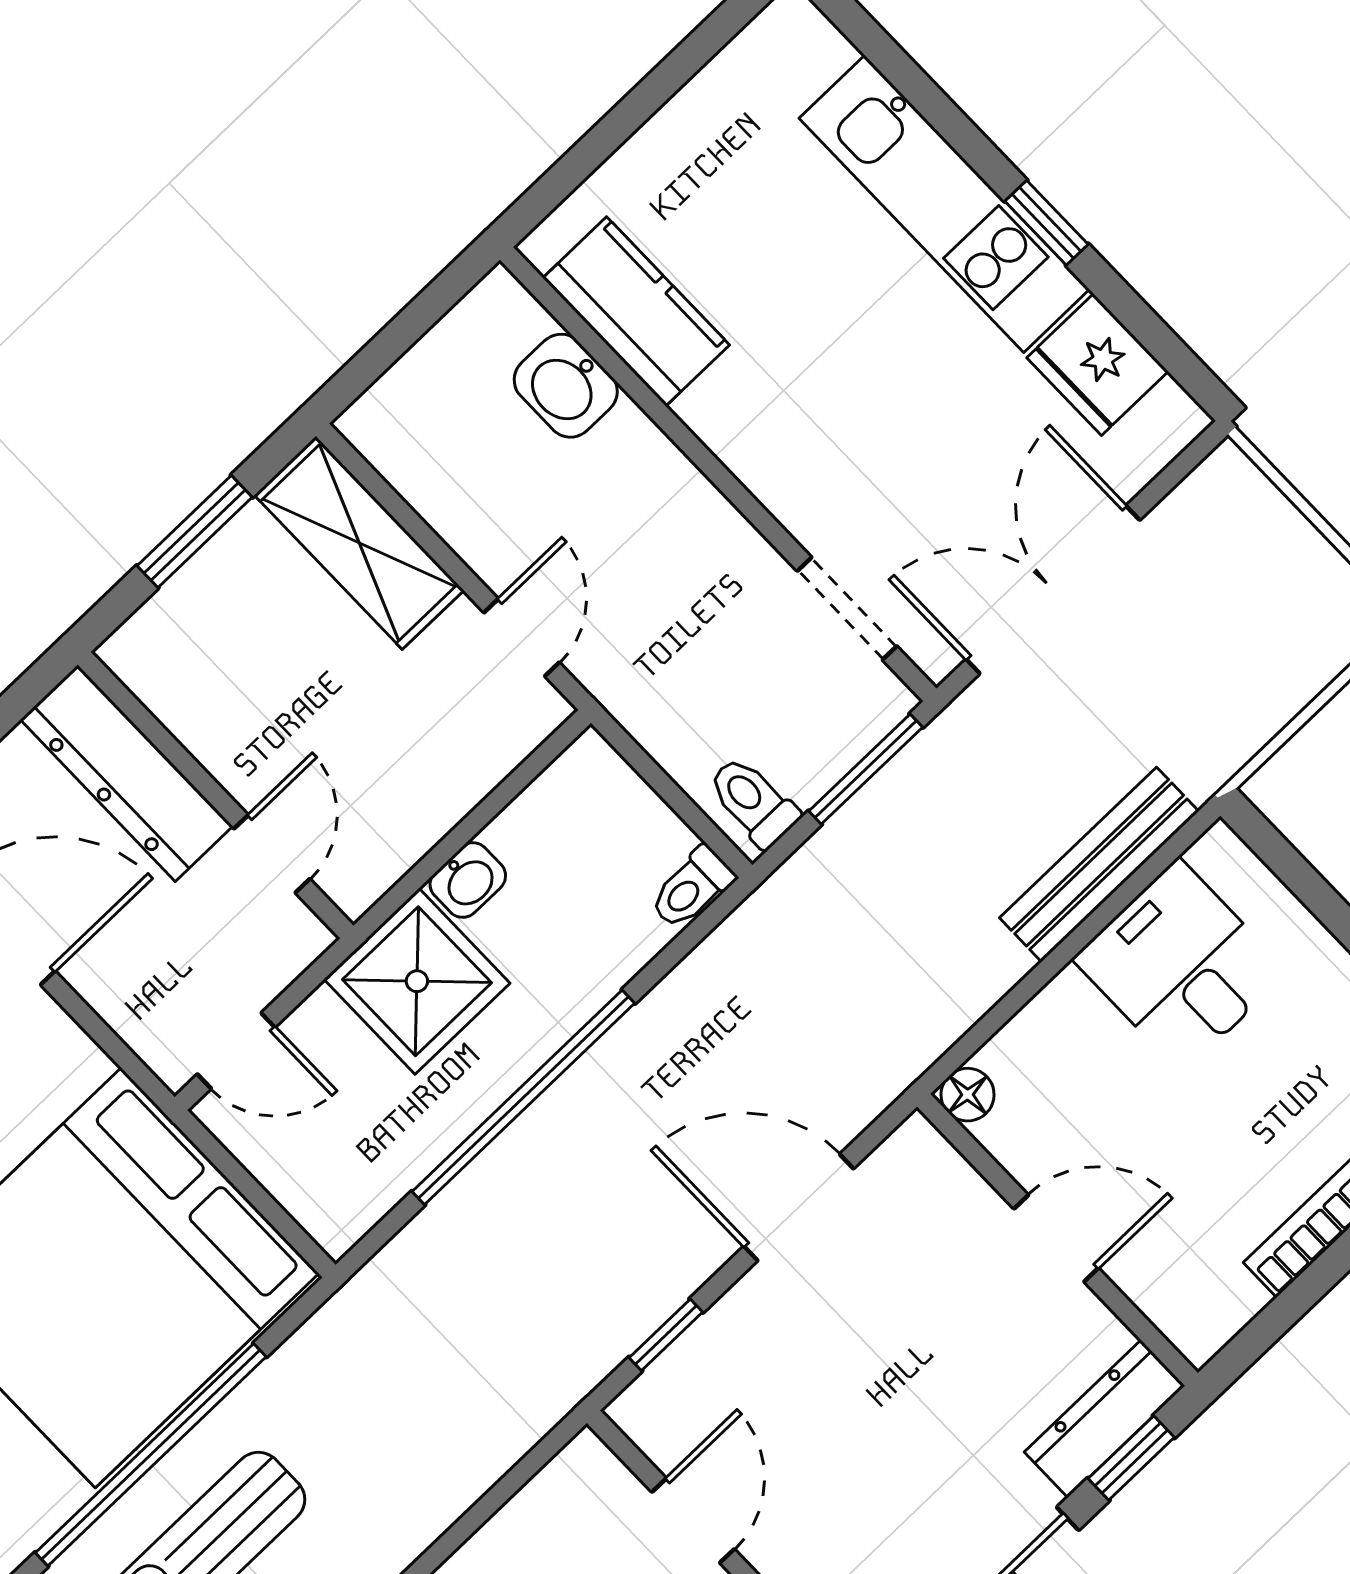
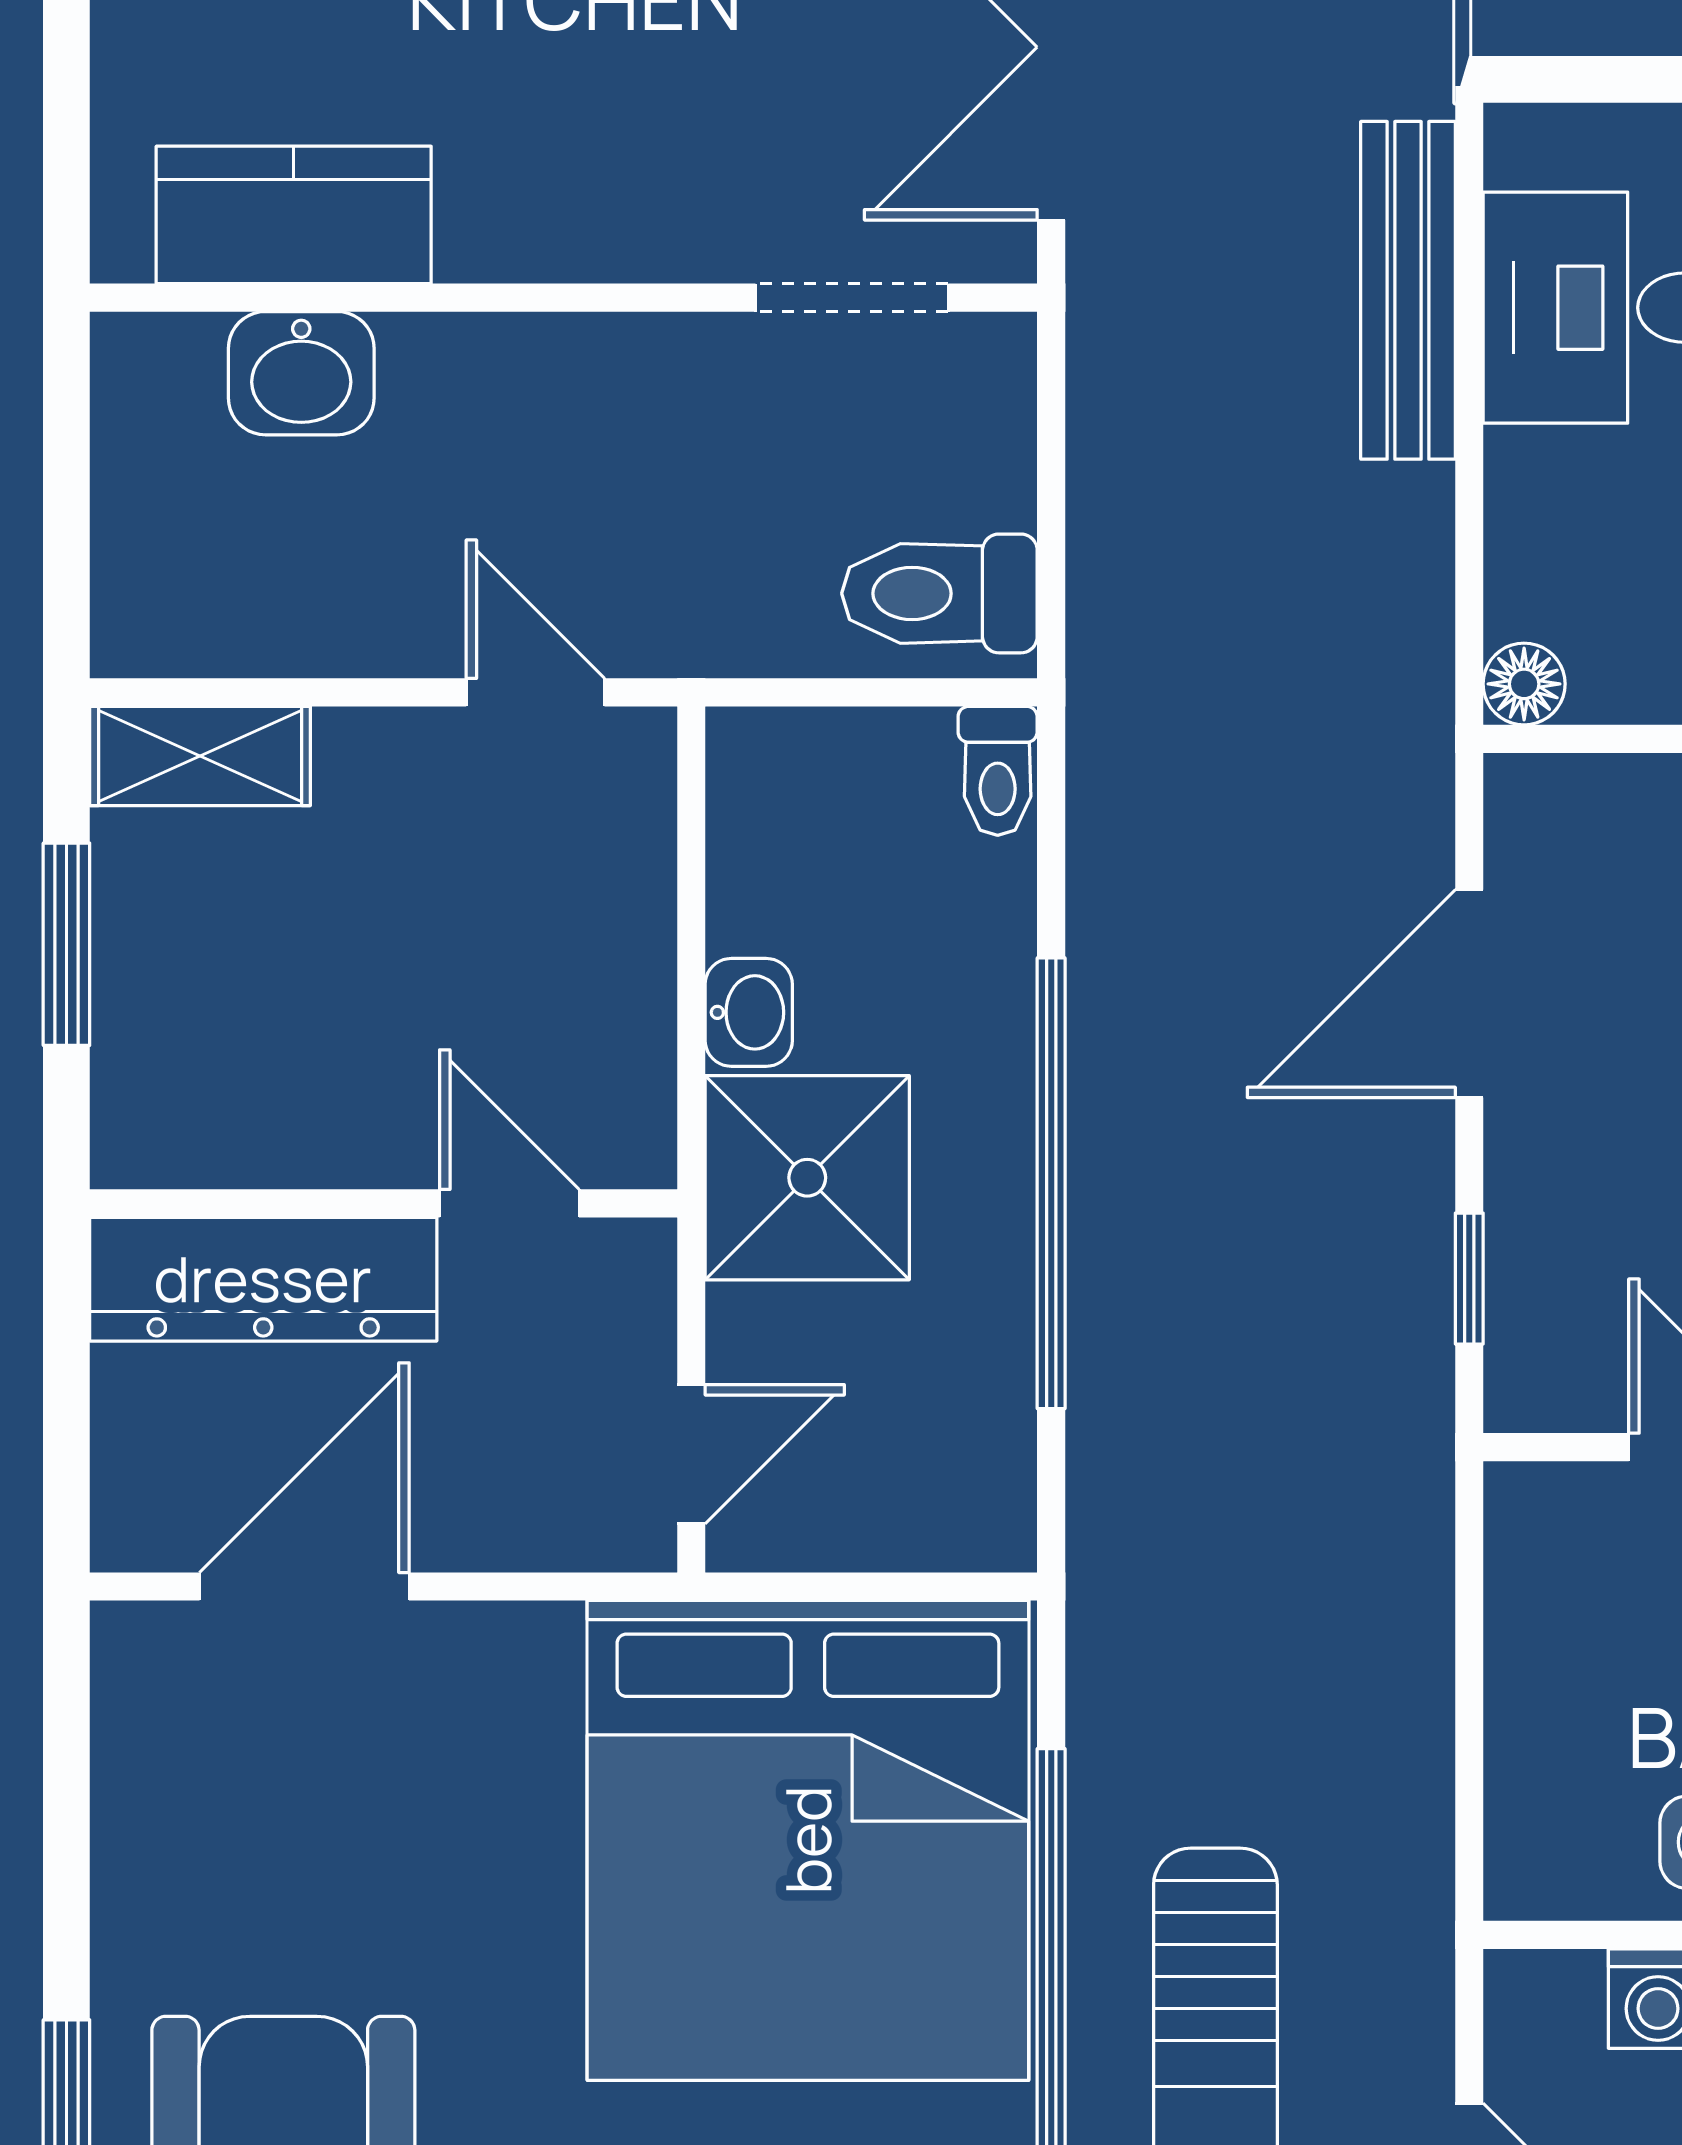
shelving: (359, 543) -> (200, 756), width x0.67, depth x0.75
window: (866, 769) -> (1051, 449), removed
toilet: (753, 802) -> (939, 593), width x1.37, depth x1.39

